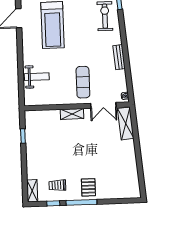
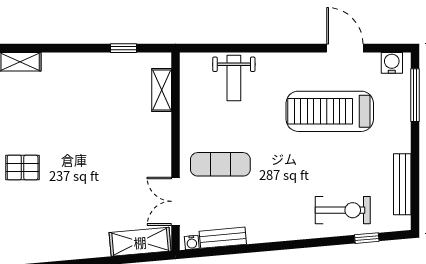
bench: (119, 57) -> (223, 238), moved
shelving: (72, 114) -> (162, 90), moved
trolley: (57, 185) -> (29, 109), removed

